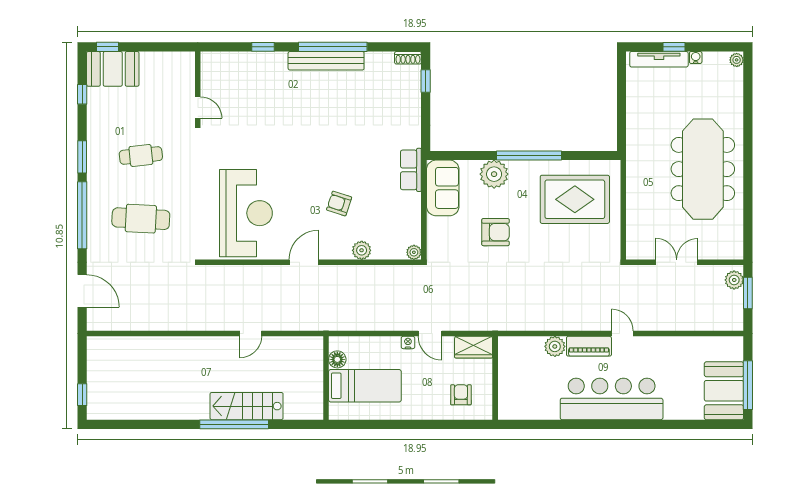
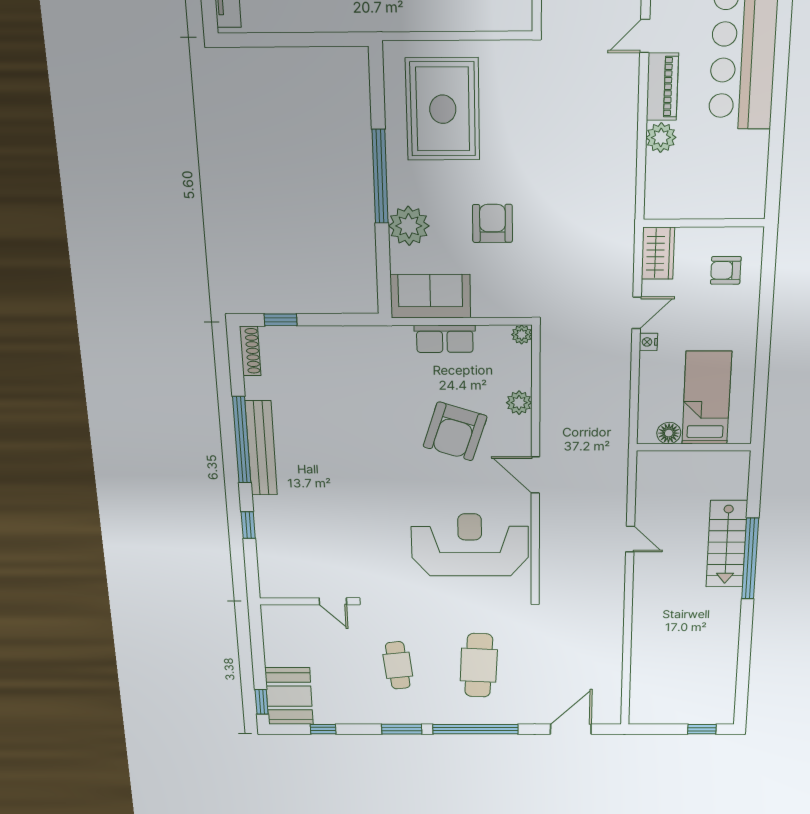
shoe rack: (408, 58) -> (250, 351), width x1.43
door: (198, 107) -> (333, 601), swing flipped
row of seats: (411, 170) -> (445, 339), moved
armchair: (339, 204) -> (455, 431), width x1.88, depth x1.88

